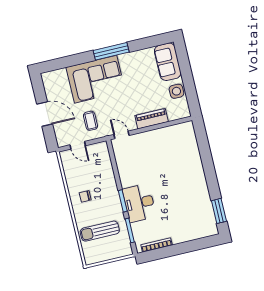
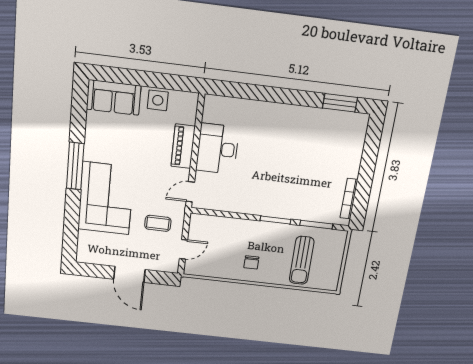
door: (45, 114) -> (129, 274), swing flipped
desk: (139, 203) -> (217, 149), moved, turned 90

